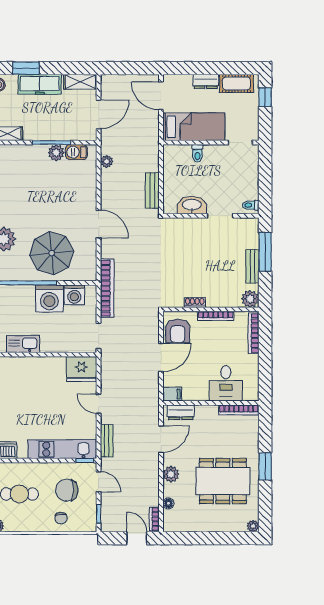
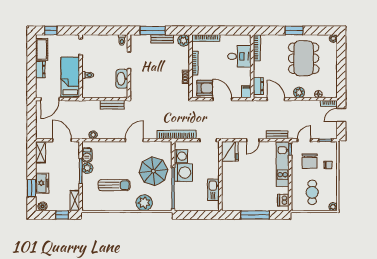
freezer: (40, 84) -> (42, 183), width x0.71
sun lounger: (30, 193) -> (114, 185), added

